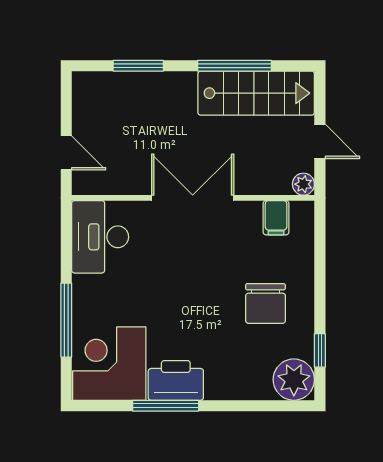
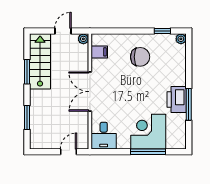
window: (234, 66) -> (27, 72), width x0.69
desk: (100, 237) -> (104, 136), width x0.73
corner desk: (109, 364) -> (148, 132), moved, turned 90
plant: (294, 380) -> (181, 39), width x0.53, depth x0.53

